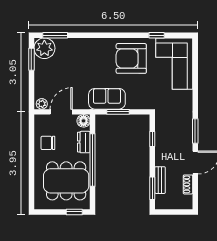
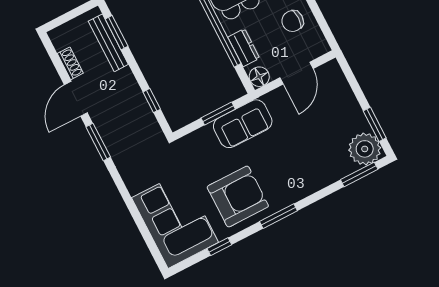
window: (114, 35) -> (278, 216), added
plant: (42, 104) -> (329, 70), removed
chair: (48, 143) -> (293, 21), turned 180
bench: (160, 180) -> (108, 43), width x1.36

